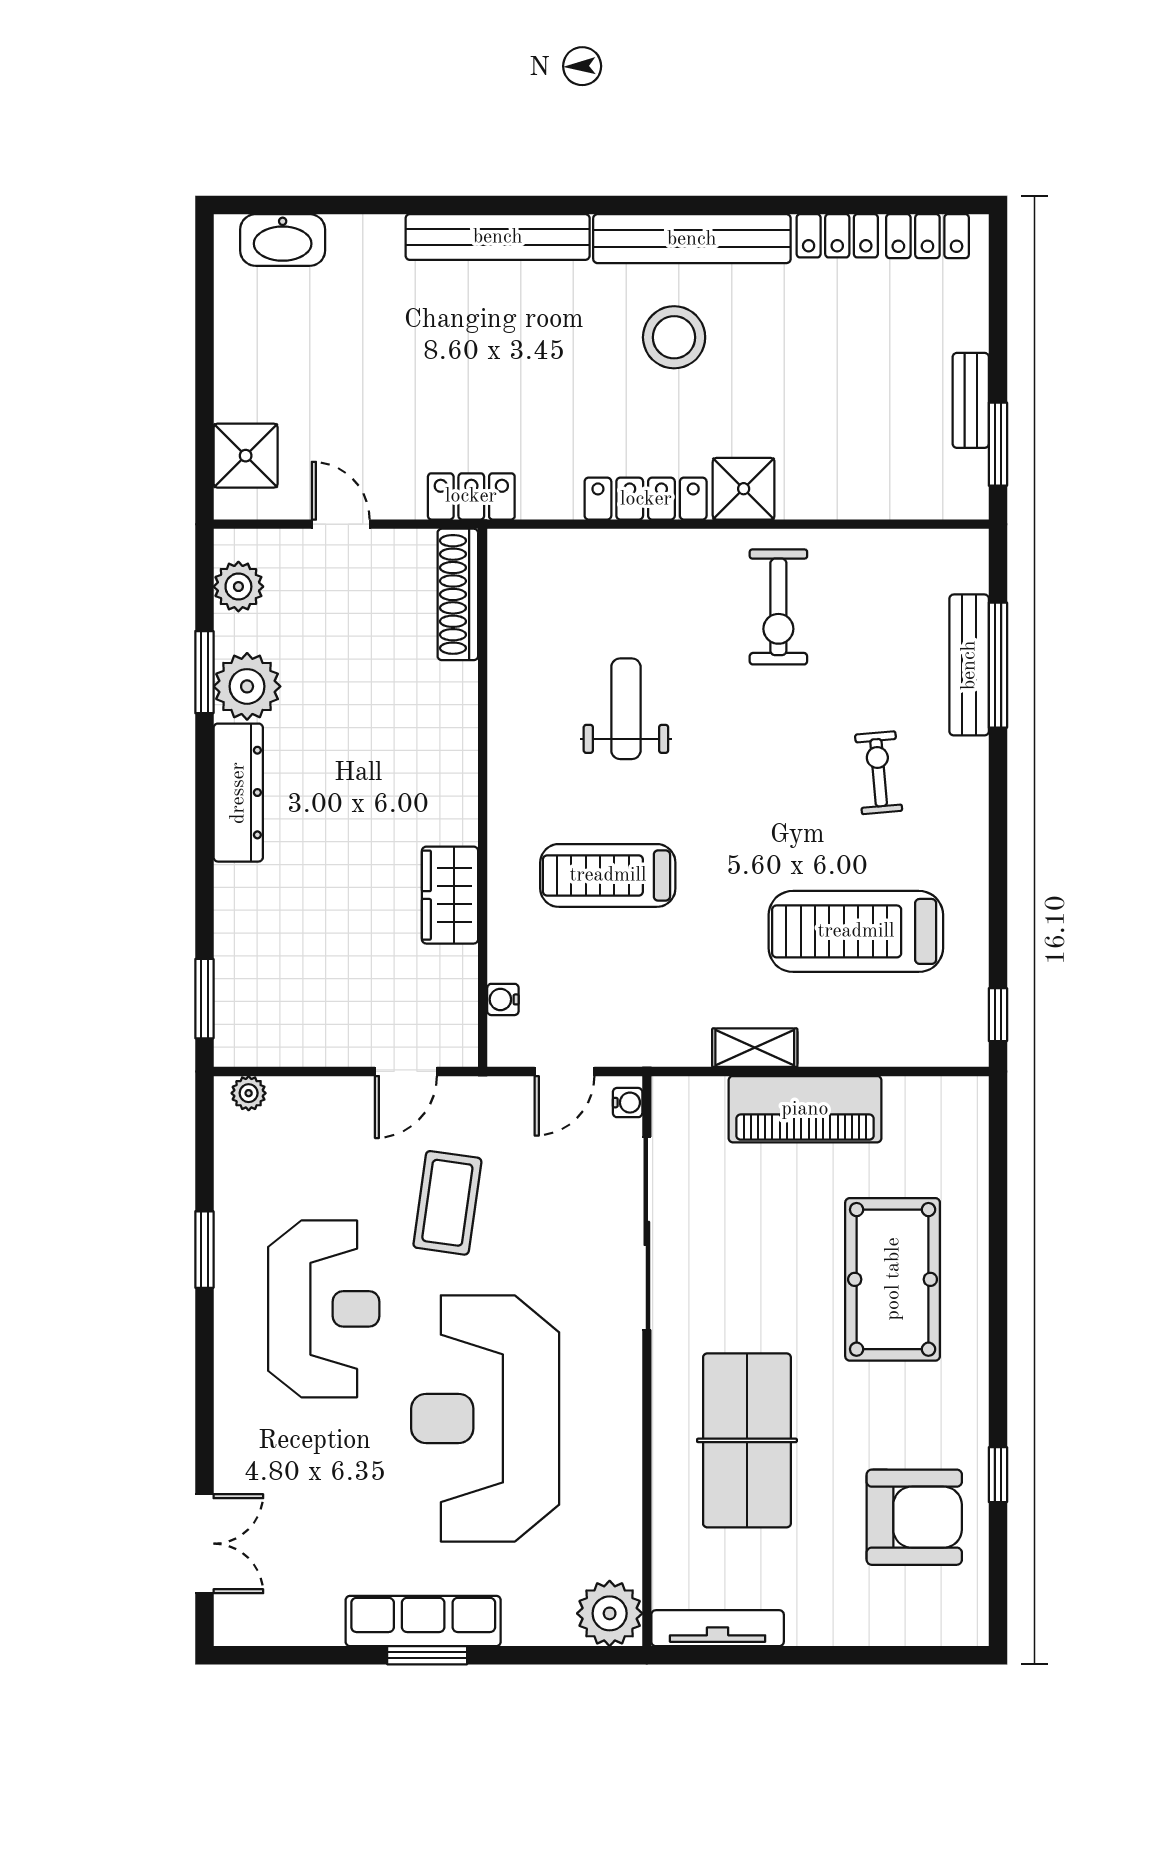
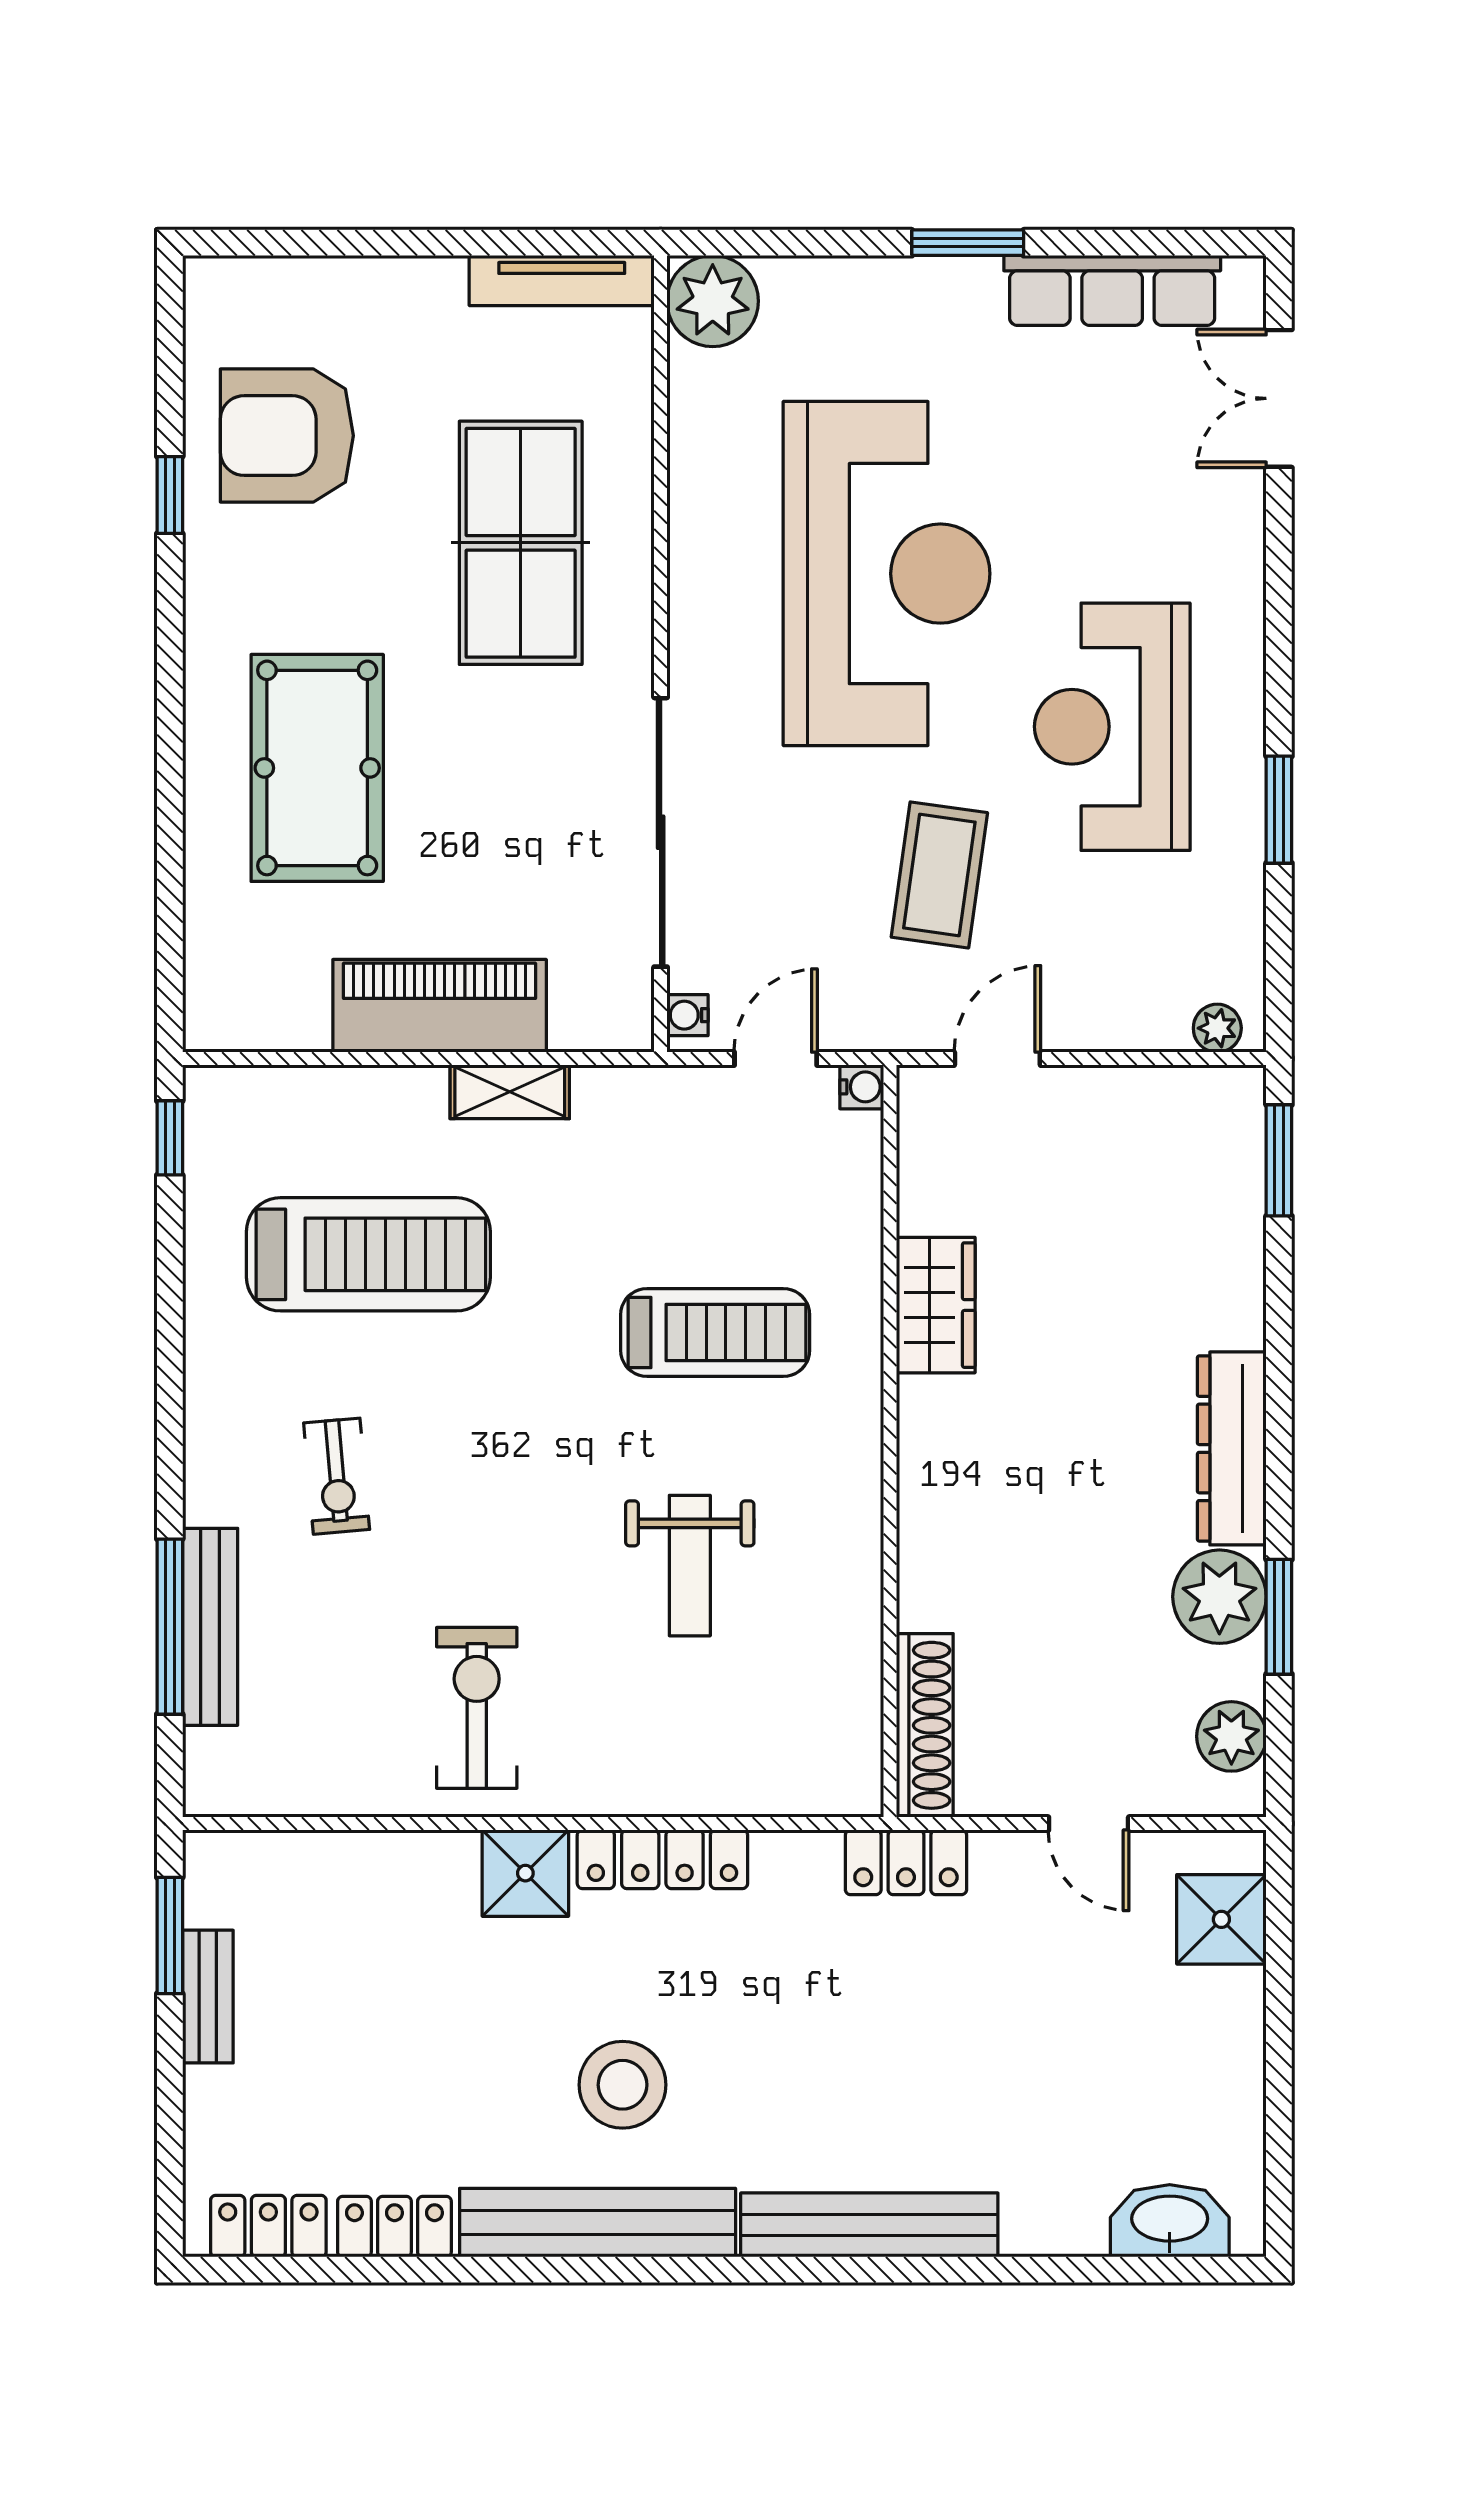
water cooler: (503, 999) -> (862, 1087), moved
row of seats: (423, 1621) -> (1112, 290), moved

